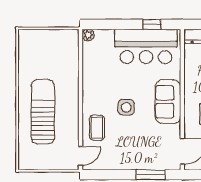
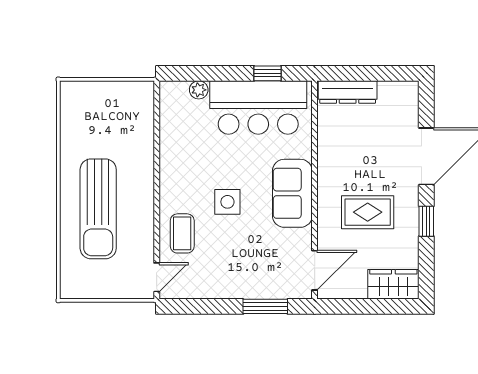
plant: (88, 35) -> (199, 90), moved
sun lounger: (43, 112) -> (98, 209), turned 180

